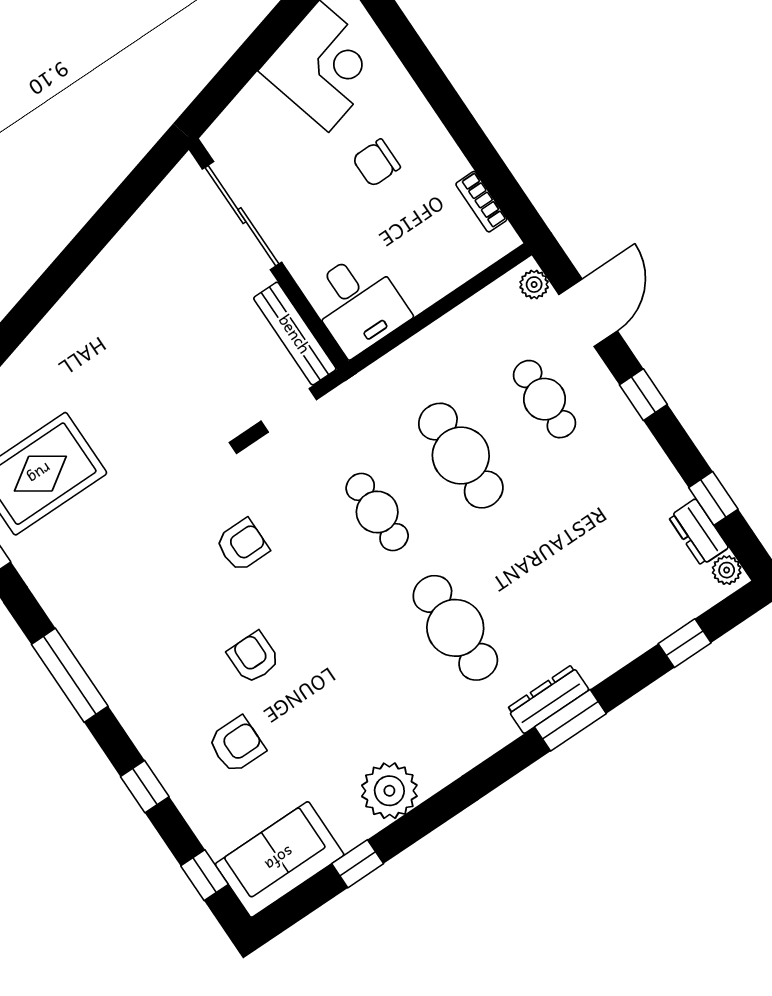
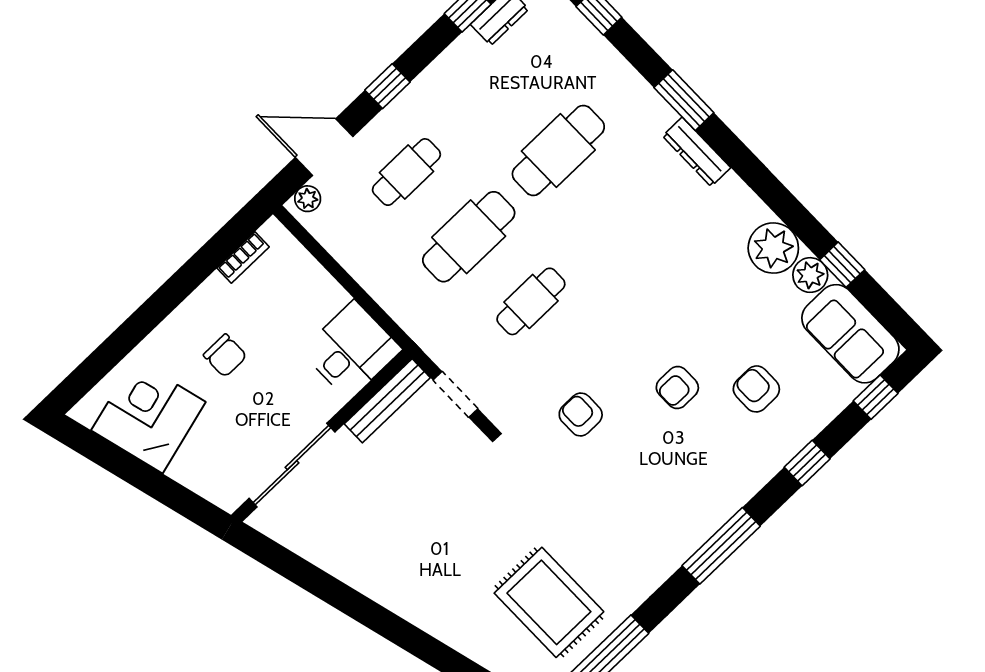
cafe table: (455, 628) -> (558, 150), moved
dresser: (548, 699) -> (697, 152), moved
plant: (352, 826) -> (810, 275), added

